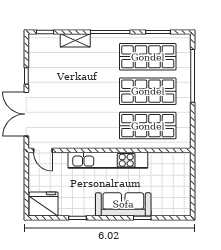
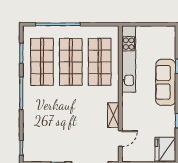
shelving: (75, 40) -> (113, 115), moved
door: (43, 150) -> (120, 138), moved
kitchen unit: (108, 160) -> (129, 59), moved

